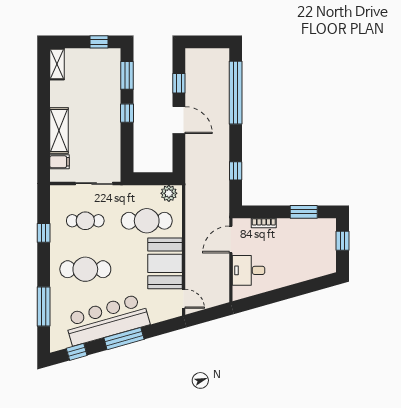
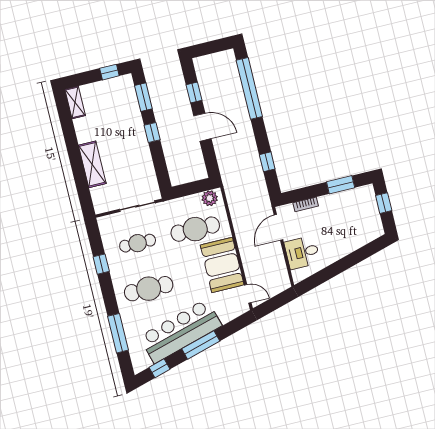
filing cabinet: (60, 162) -> (100, 194), removed

